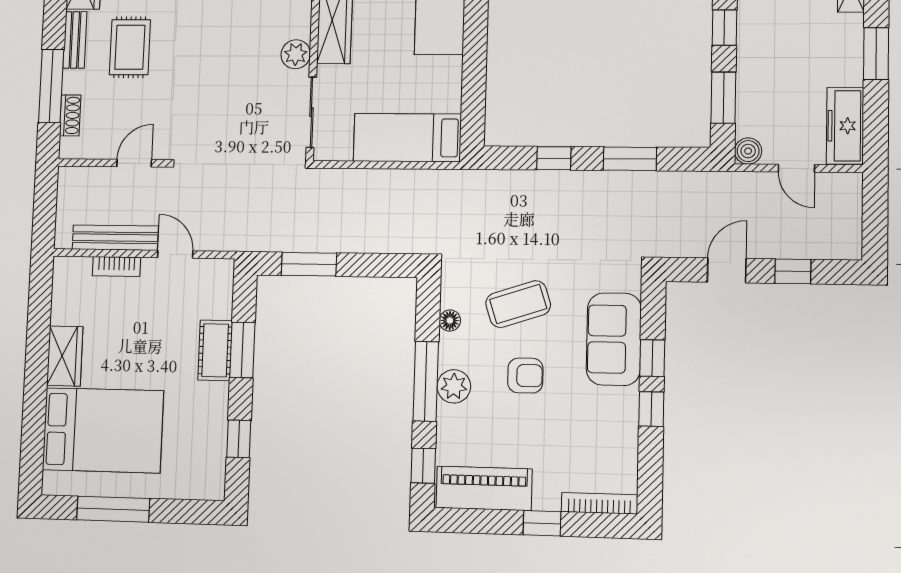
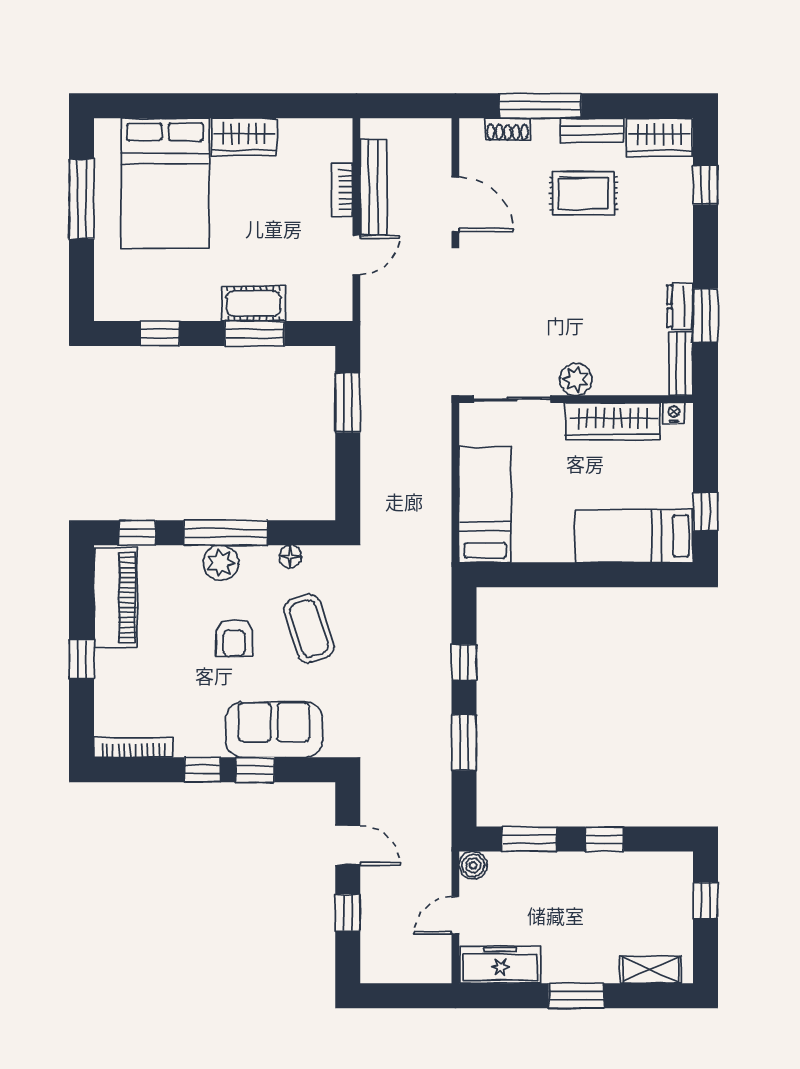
door: (134, 163) -> (455, 204), width x1.38
bookcase: (600, 503) -> (133, 747), moved, turned -90

